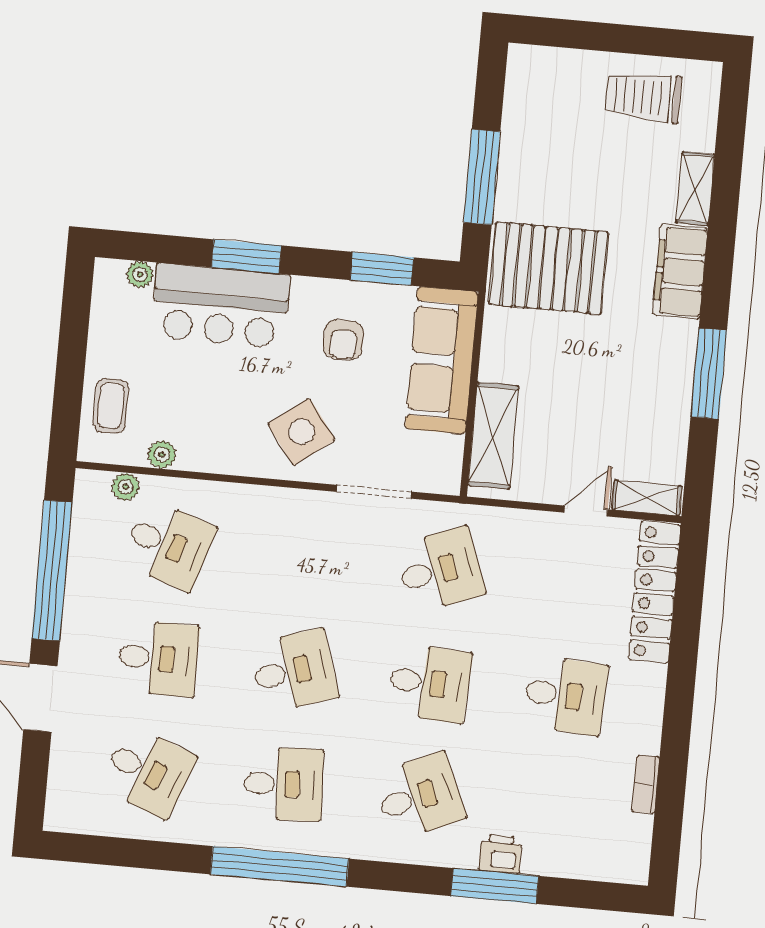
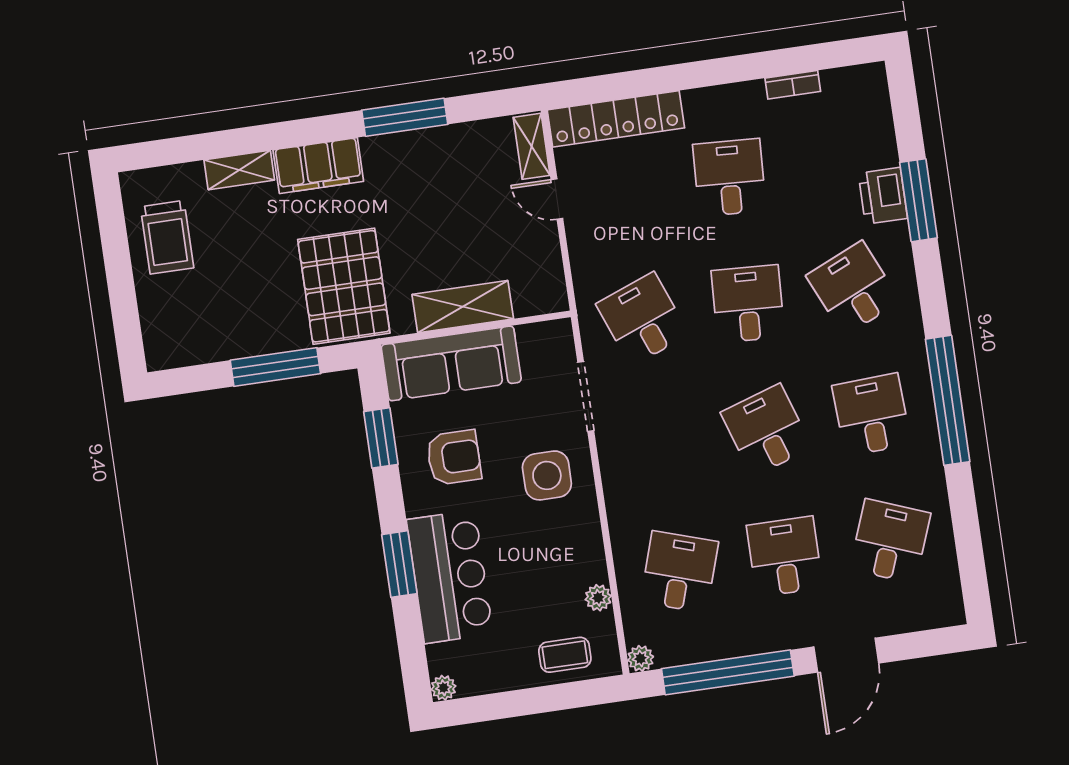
plant: (140, 274) -> (443, 688), moved
armchair: (343, 340) -> (454, 457), width x1.38, depth x1.38
side table: (301, 432) -> (547, 475), turned 37
shelving: (493, 436) -> (463, 307), moved
plant: (126, 487) -> (641, 658), moved
printer: (500, 854) -> (883, 196), width x1.36, depth x1.24

